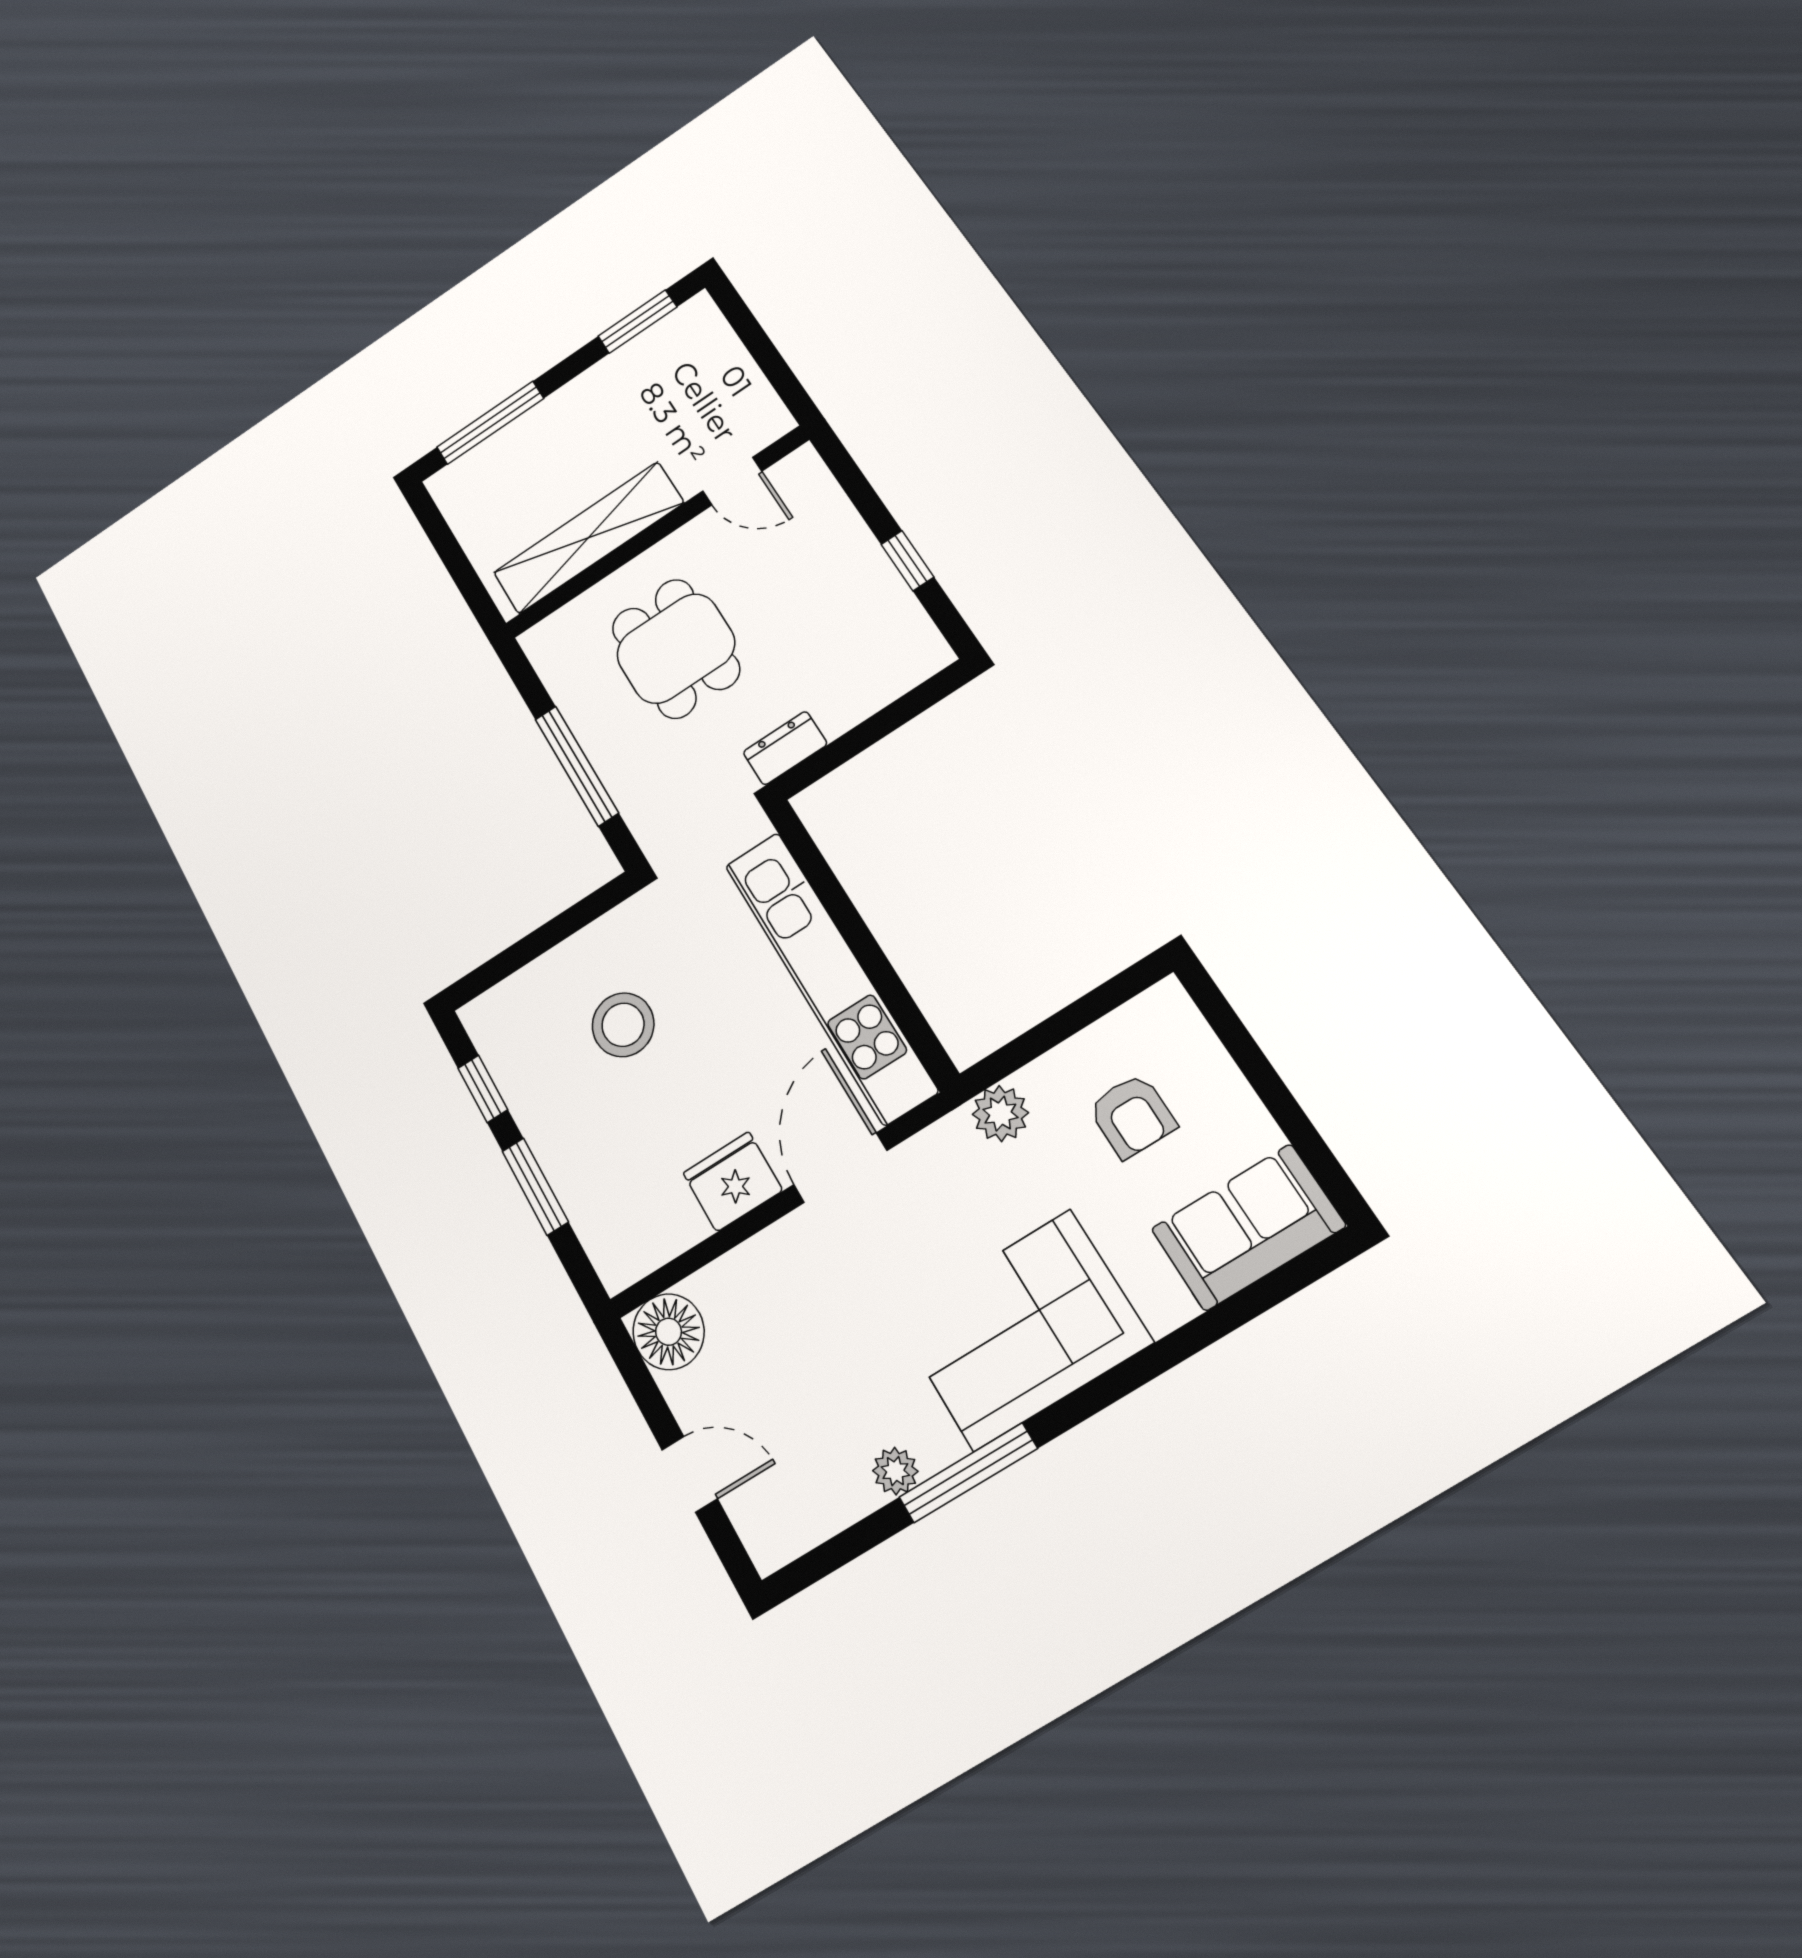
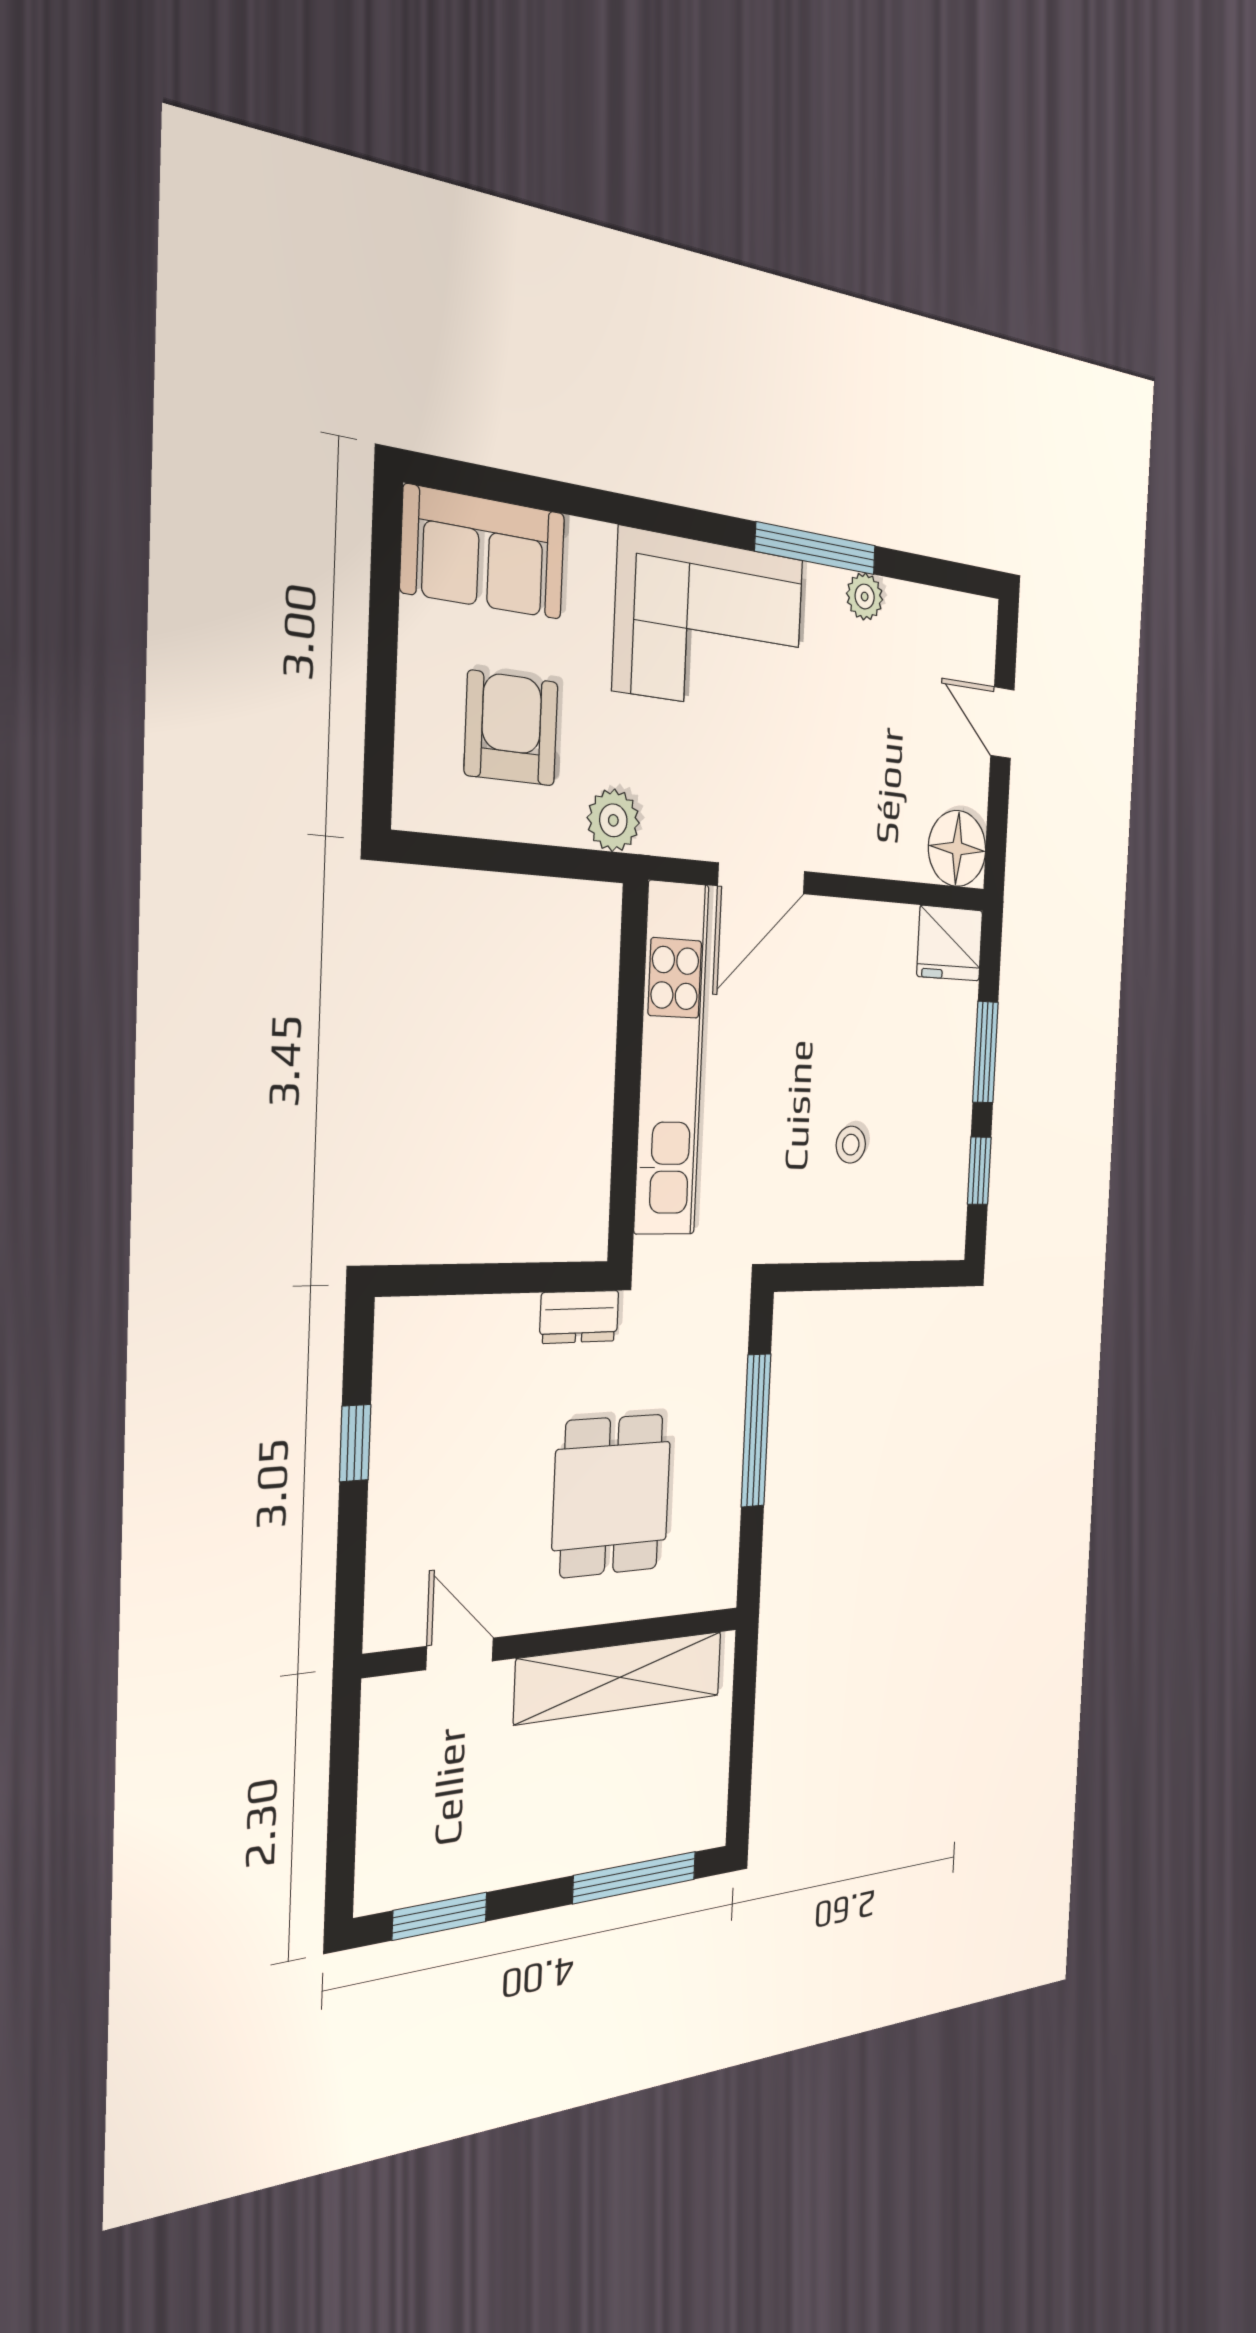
stool: (623, 1025) -> (851, 1145), width x0.53, depth x0.53
armchair: (1132, 1116) -> (511, 728), width x1.38, depth x1.38
fridge: (733, 1182) -> (950, 943), moved

